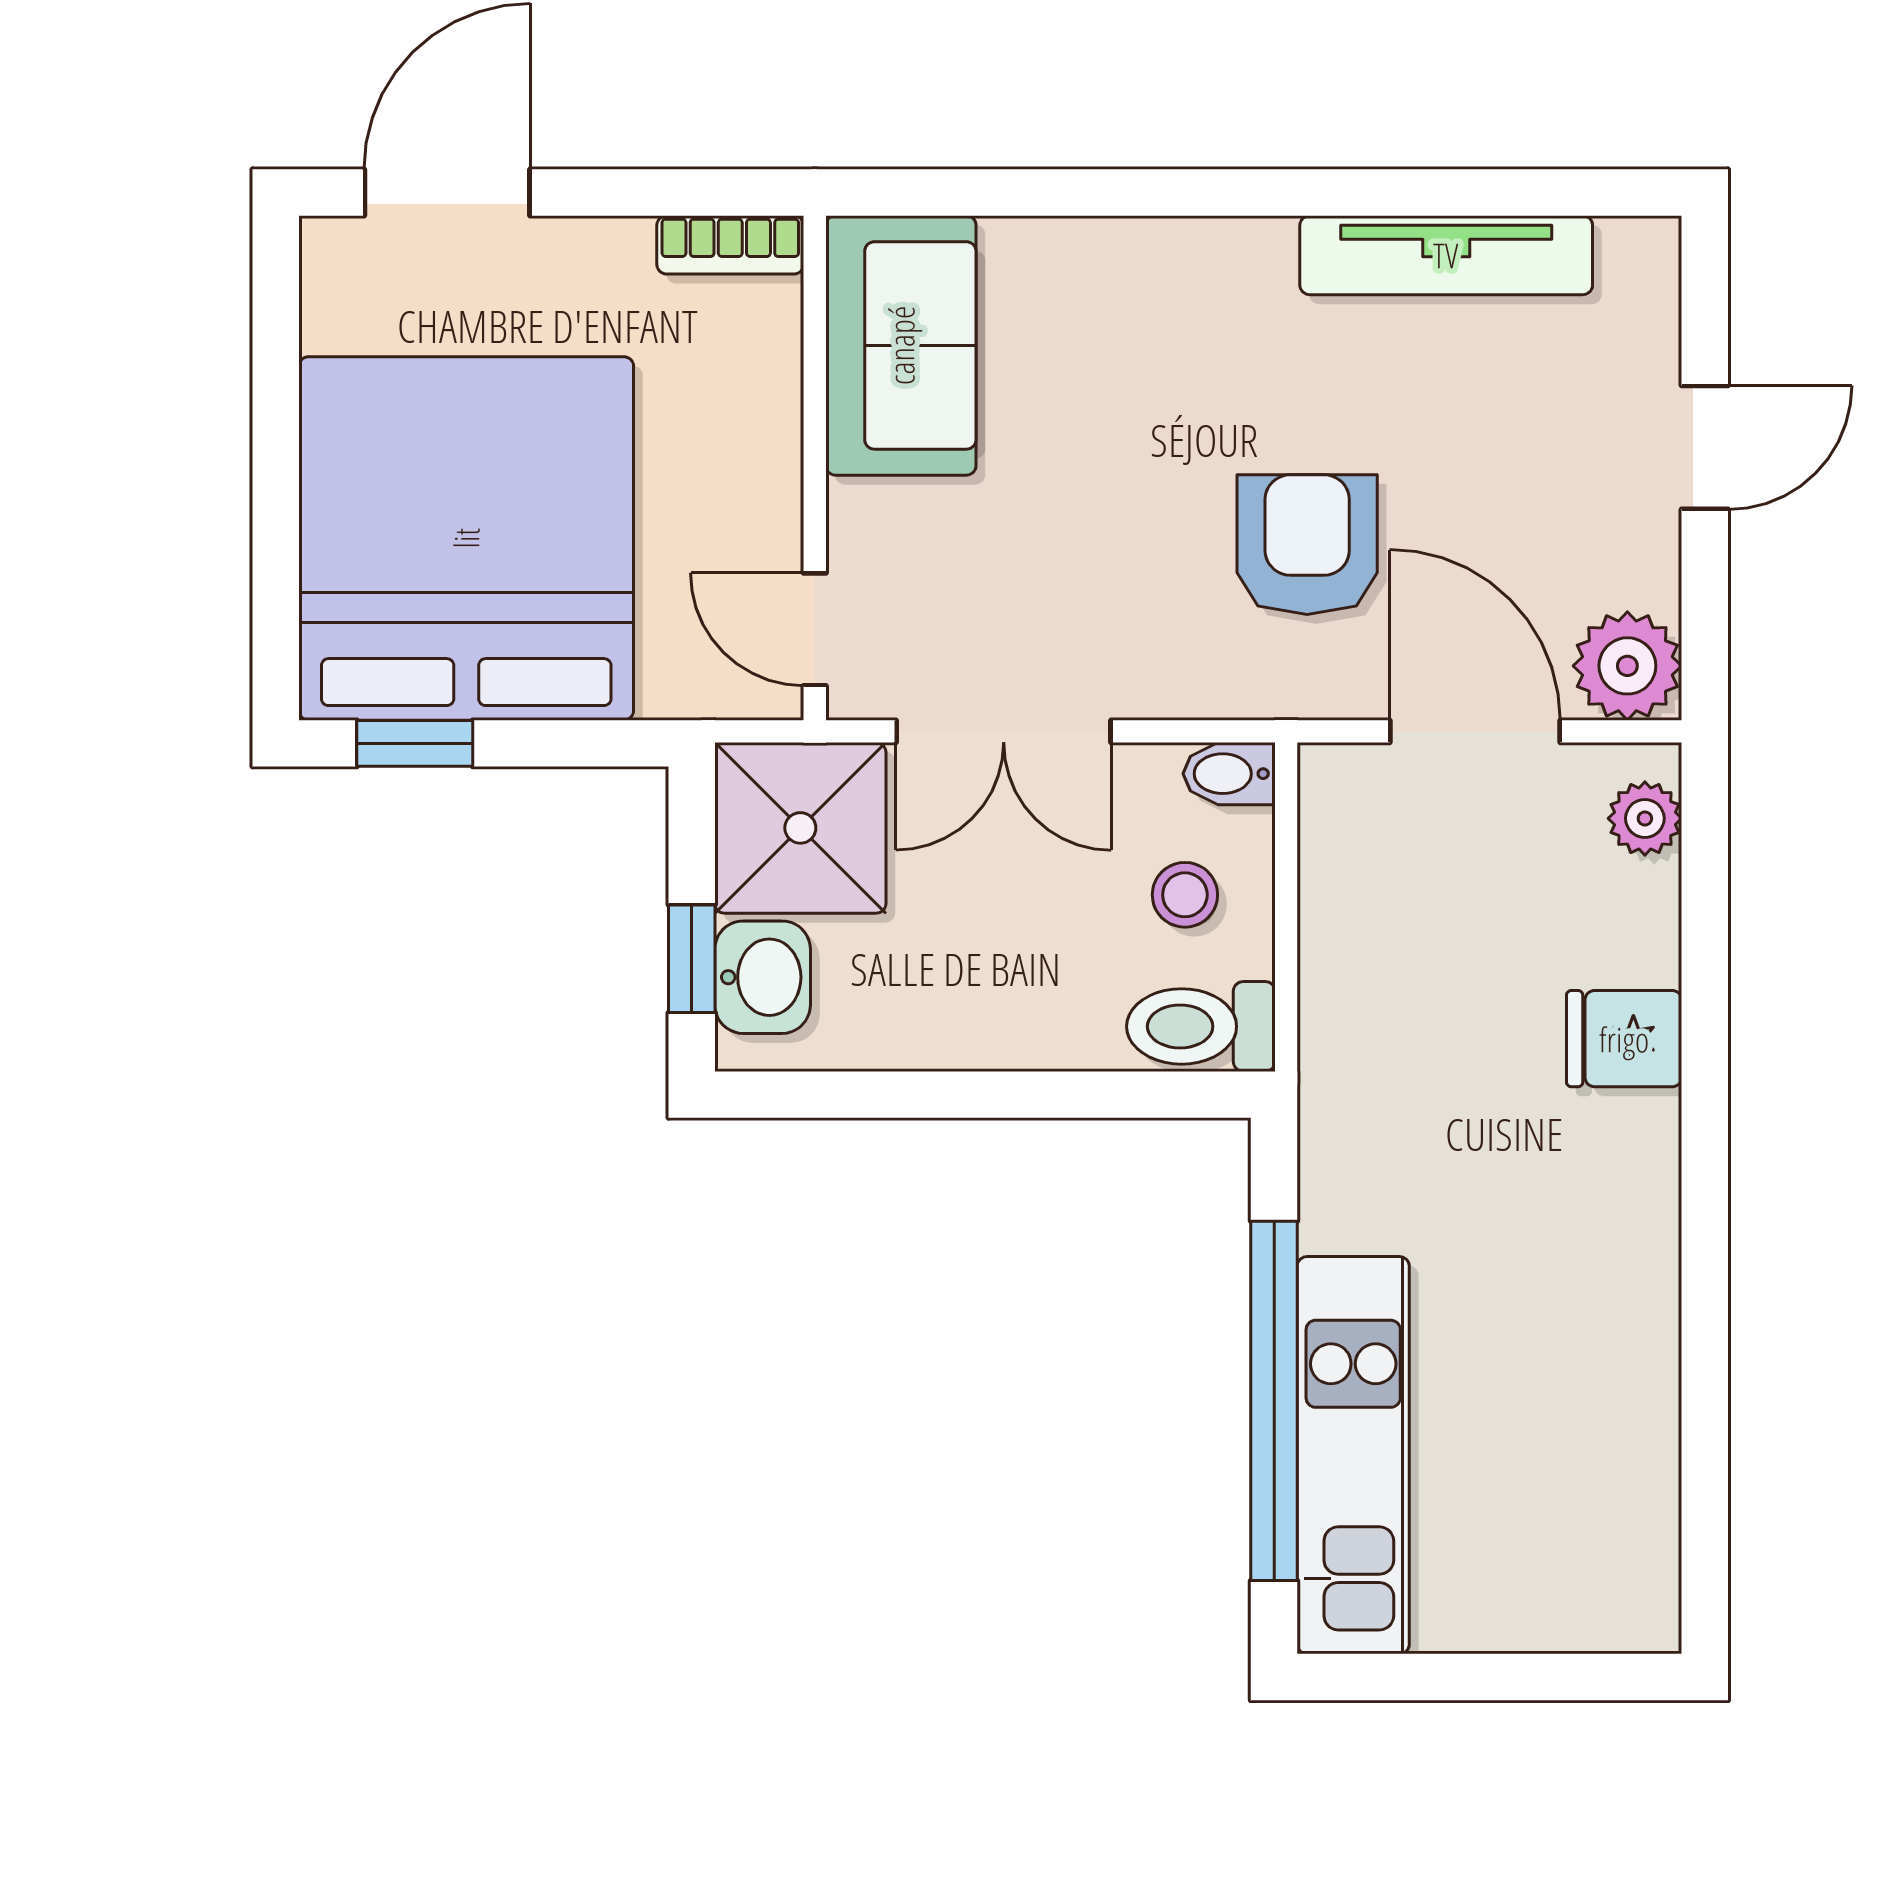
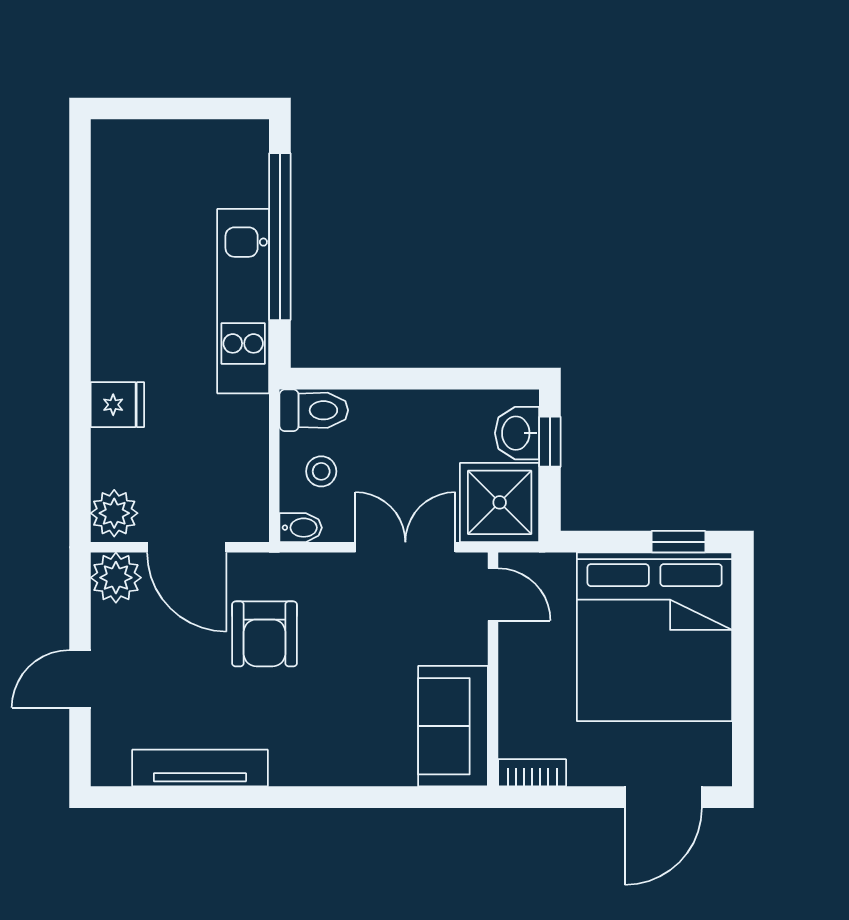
plant: (1645, 818) -> (114, 513), width x1.38, depth x1.38
kitchen unit: (1353, 1455) -> (243, 301), moved

